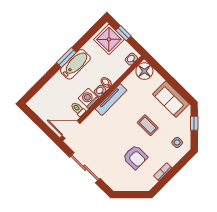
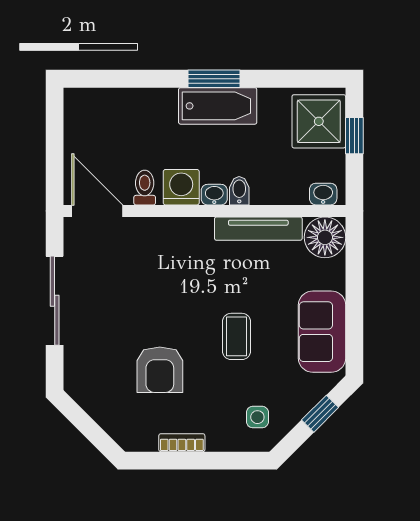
tv unit: (111, 100) -> (258, 229), moved

